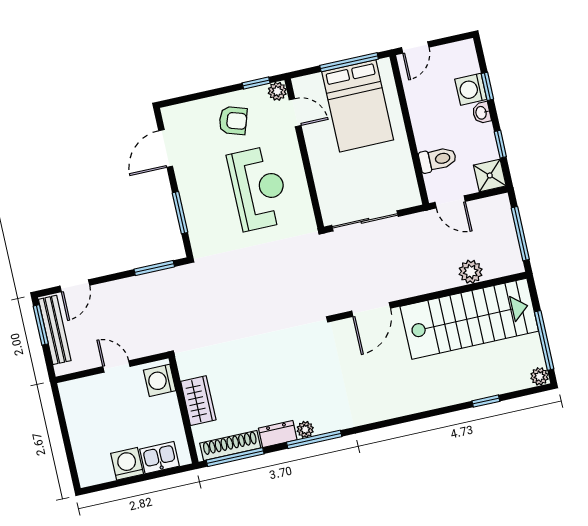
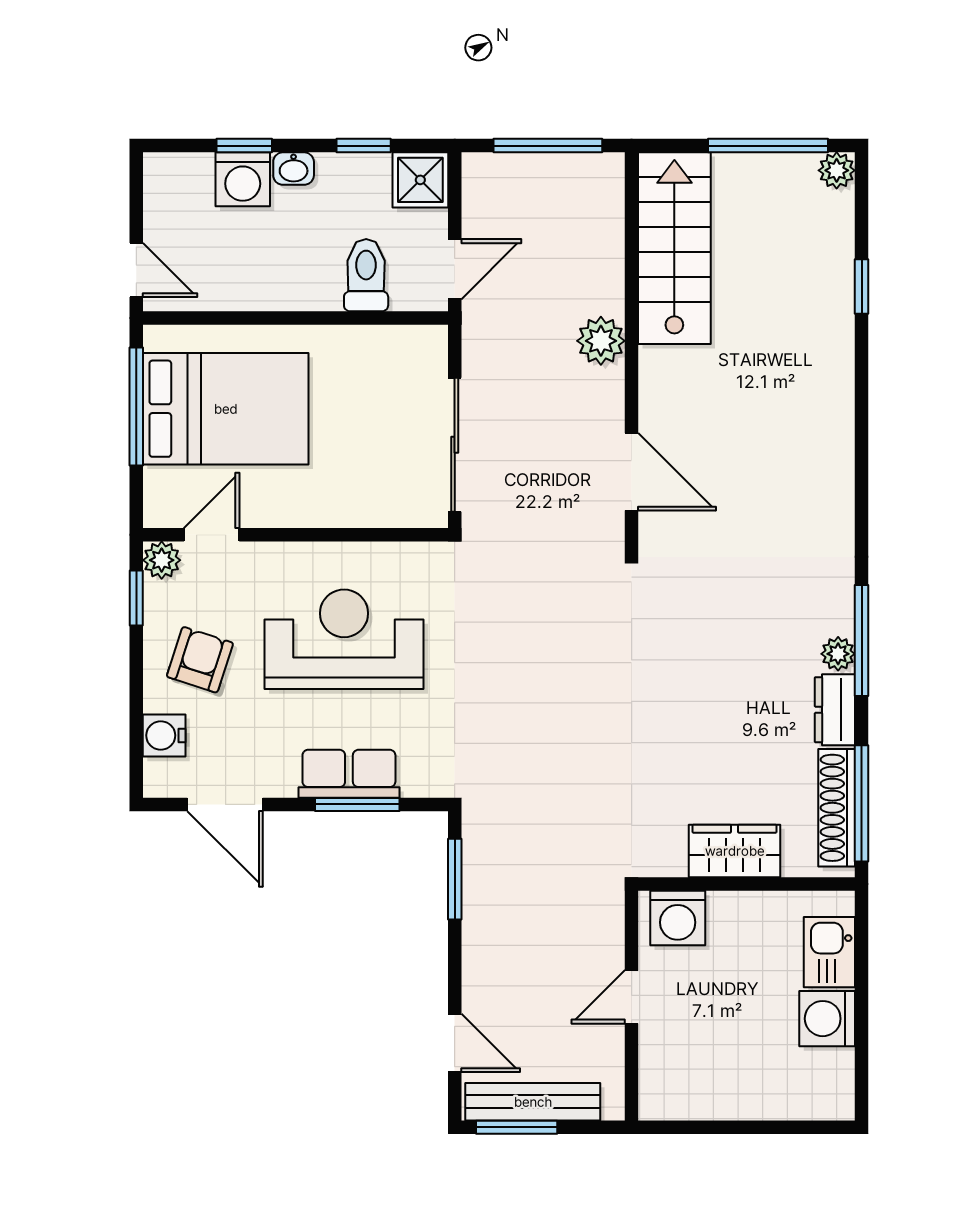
water cooler: (192, 111) -> (164, 735), added
row of seats: (194, 205) -> (349, 774), added
plant: (471, 272) -> (601, 341), moved
stairs: (469, 319) -> (674, 248), width x0.73, depth x0.66

